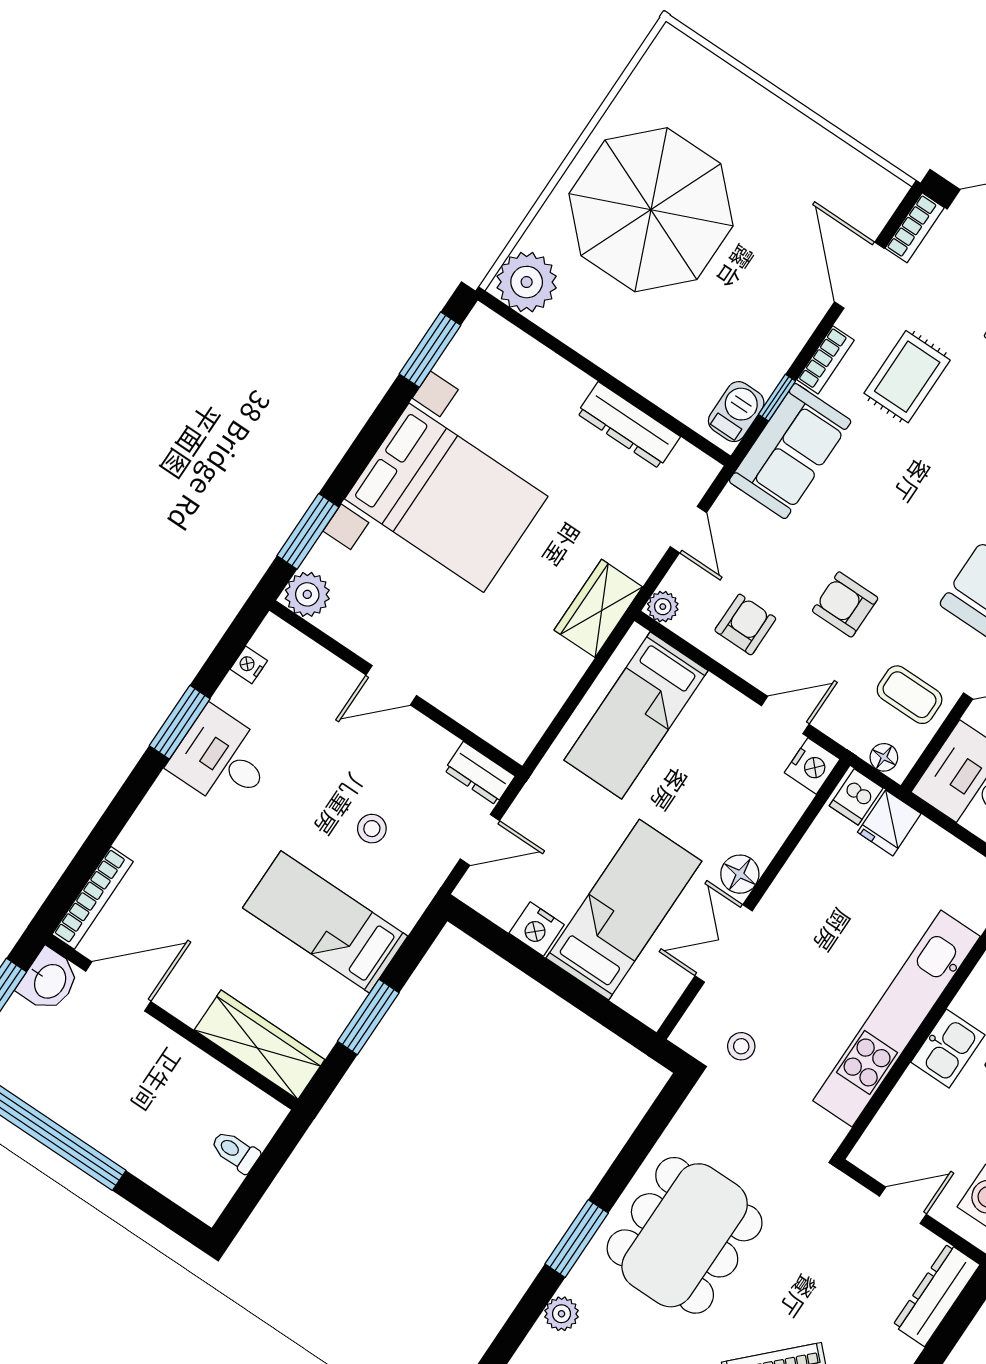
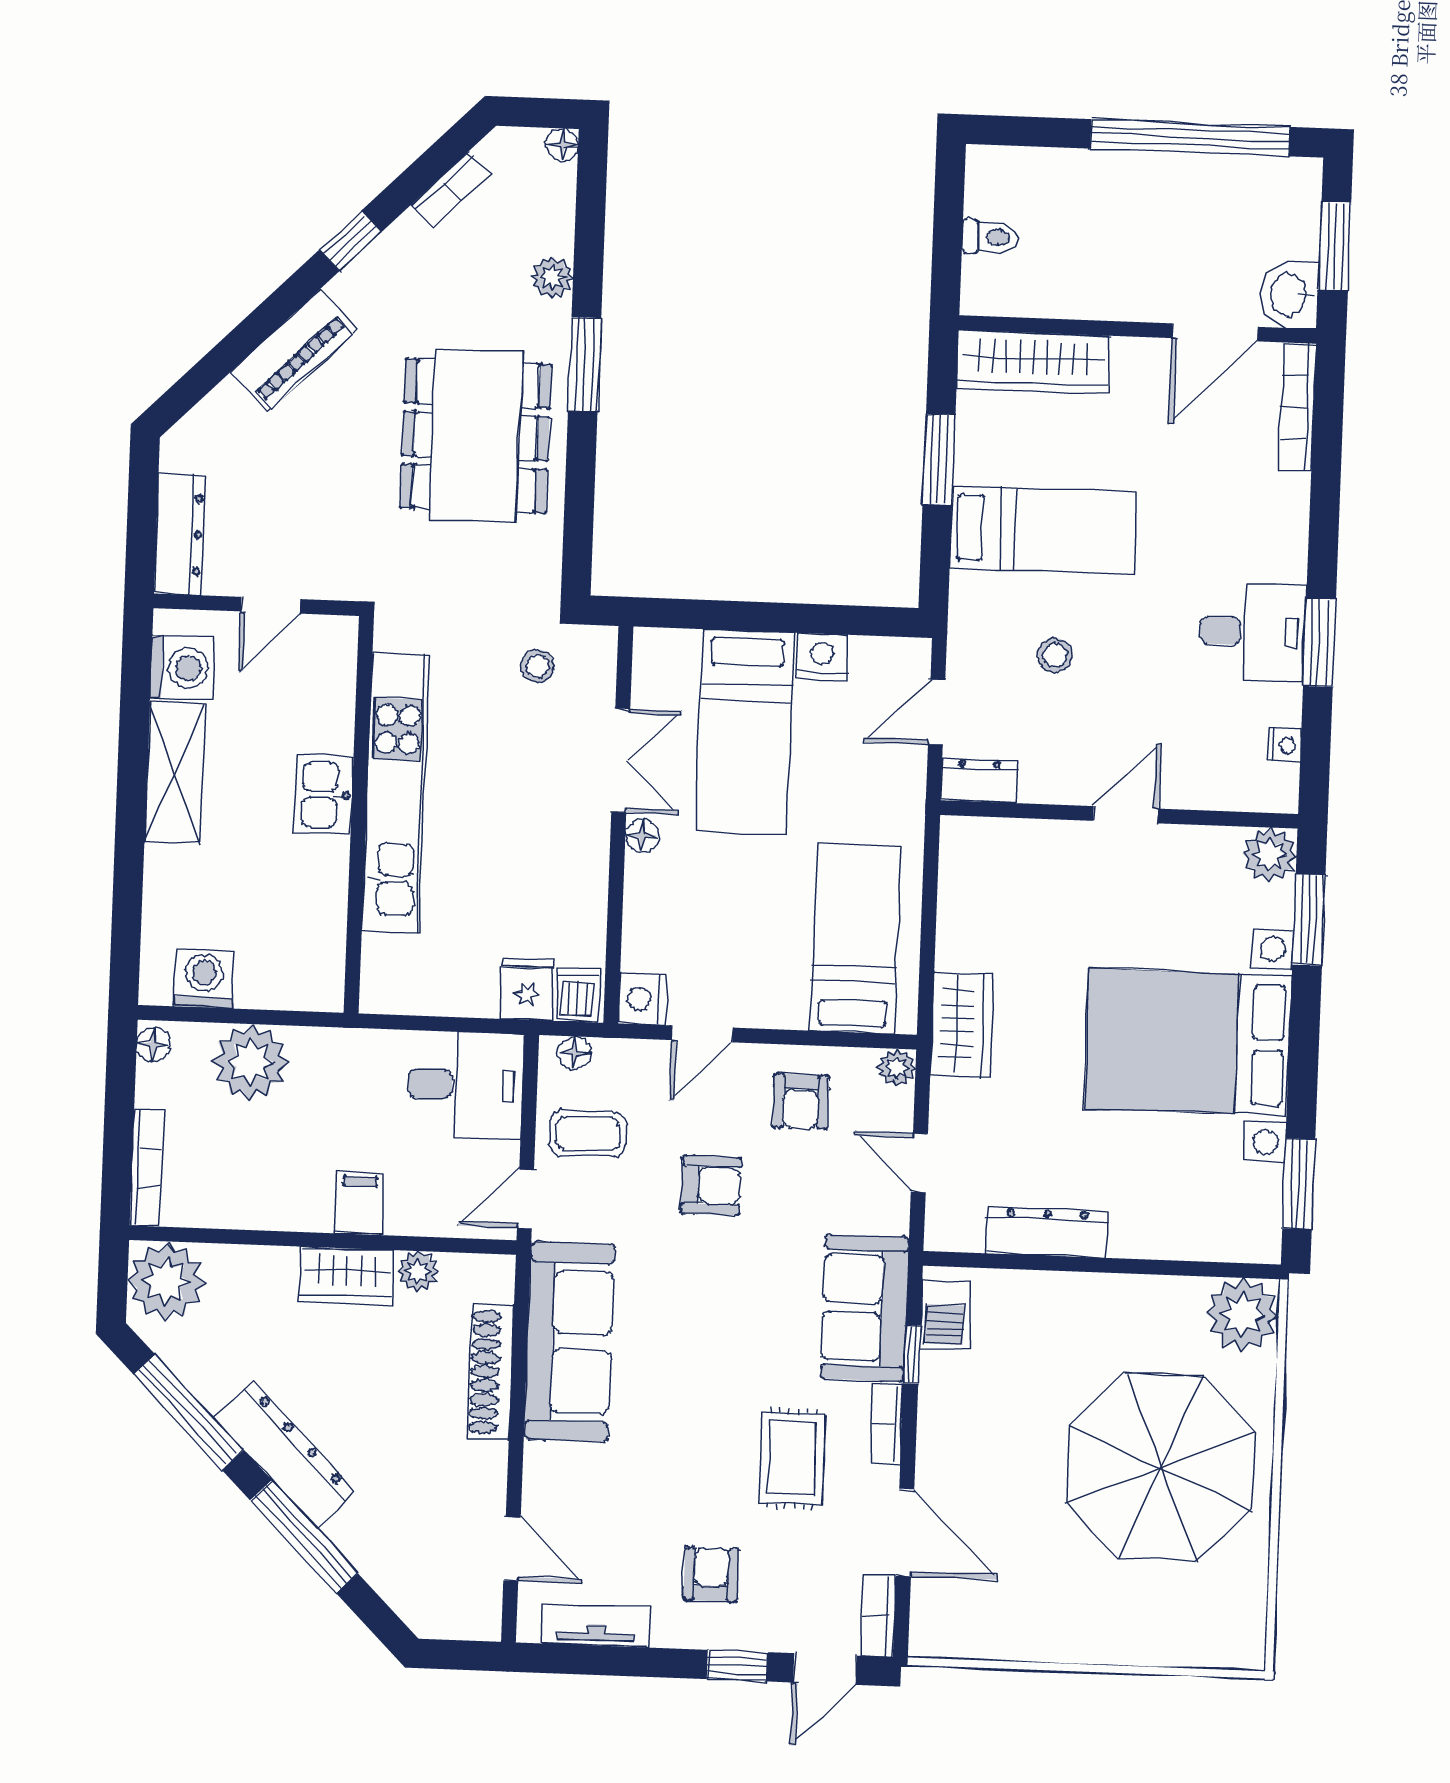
floor lamp: (740, 874) -> (642, 835), width x0.73, depth x0.73

